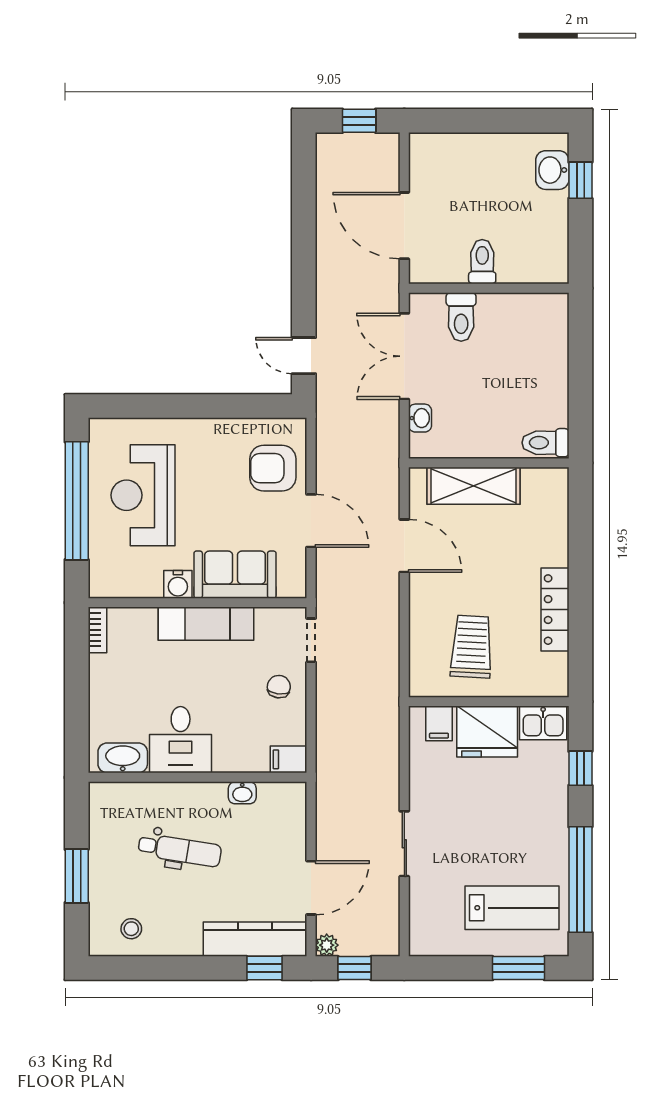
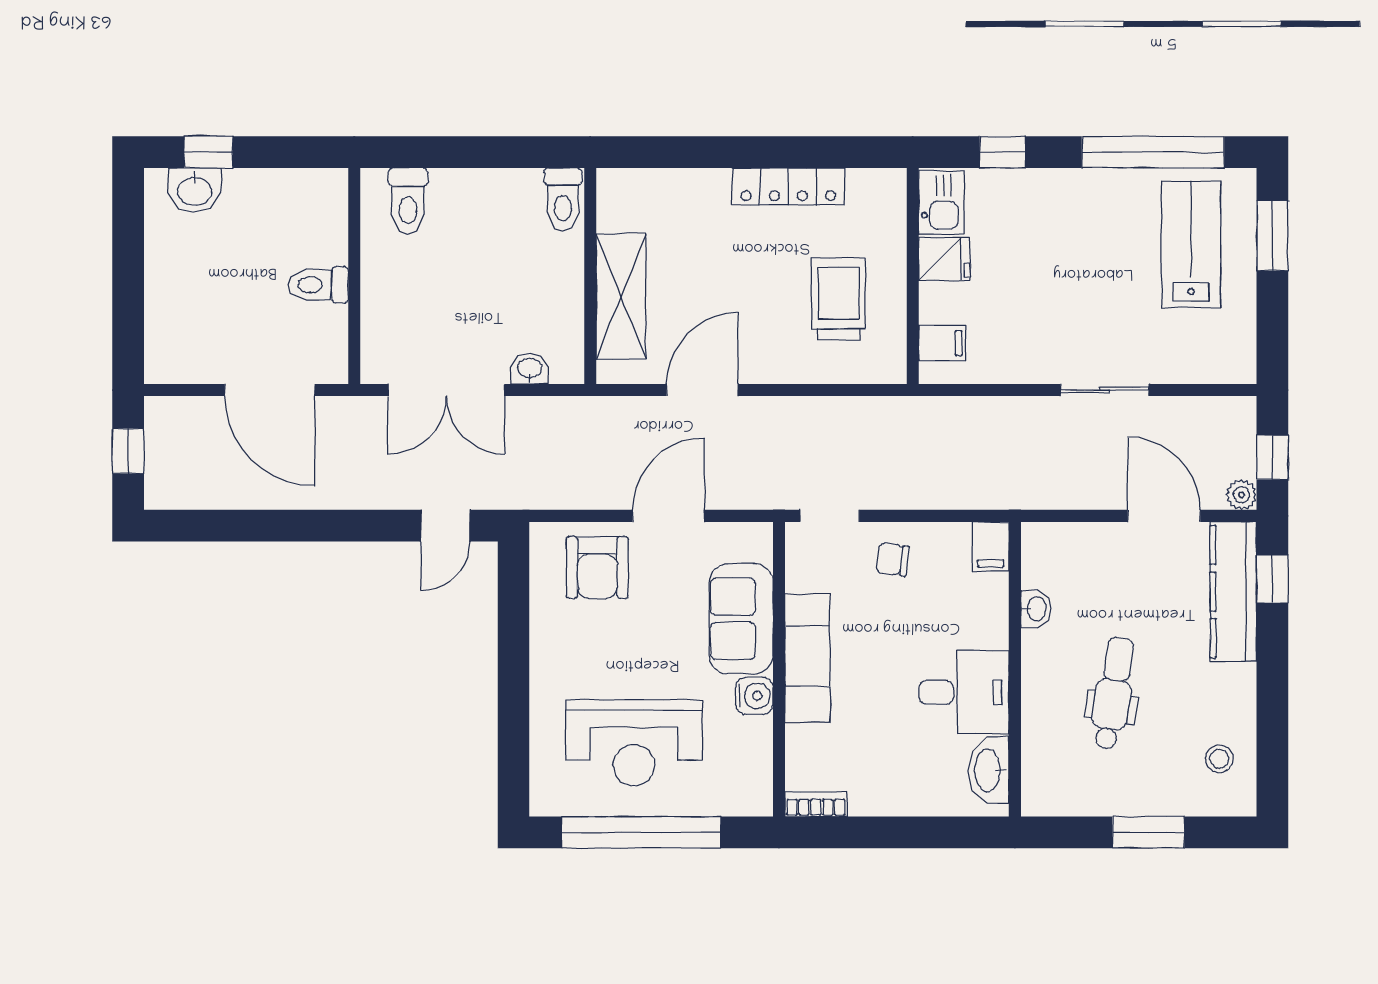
door: (404, 226) -> (270, 390), hinge flipped
toilet: (461, 317) -> (408, 201), moved, turned 90
trolley: (472, 647) -> (838, 299), turned 87
fridge: (487, 732) -> (944, 259), width x0.53, depth x0.75

